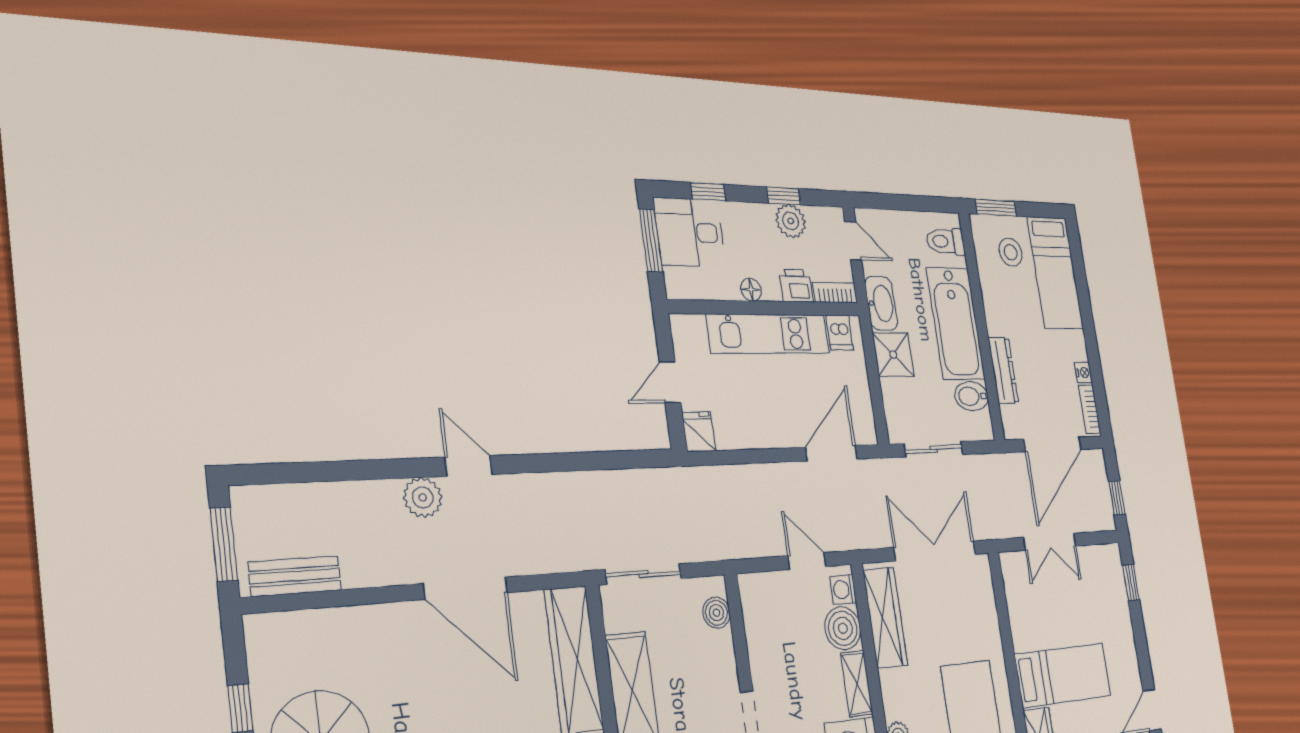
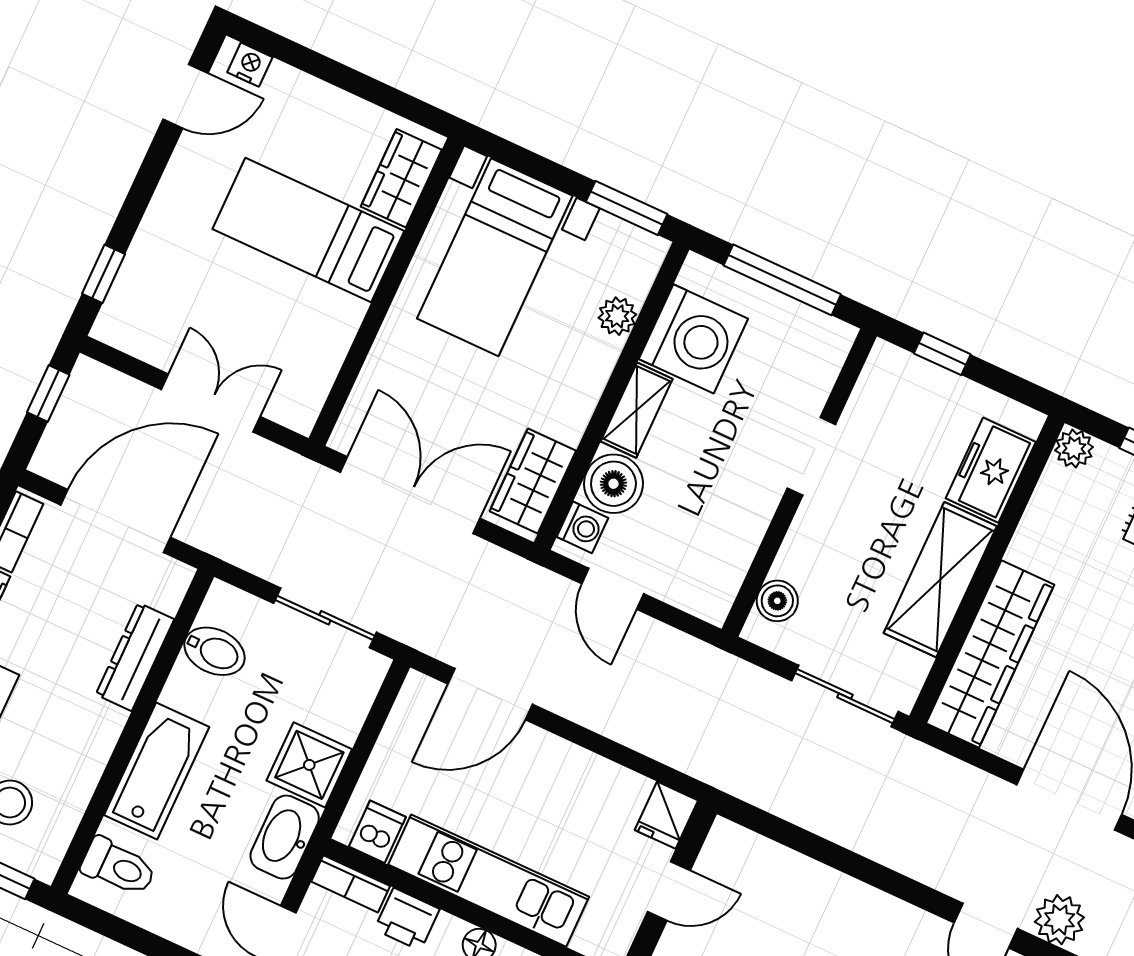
bathtub: (956, 323) -> (157, 771), width x0.73, depth x0.73
double door: (935, 551) -> (410, 495), swing flipped
wardrobe: (885, 618) -> (533, 481), width x0.67

